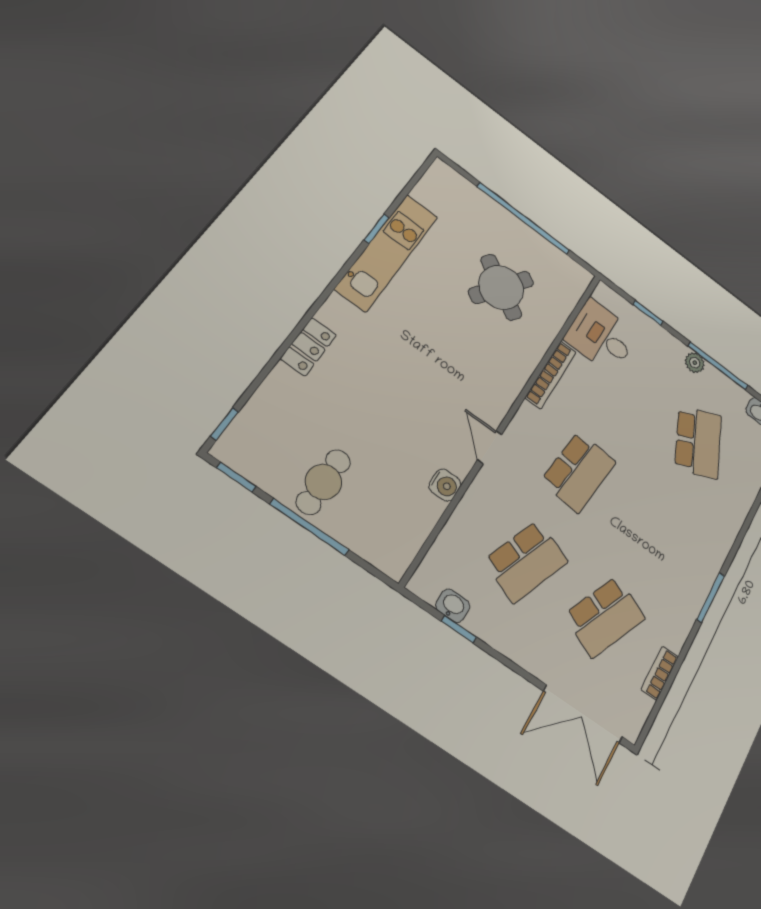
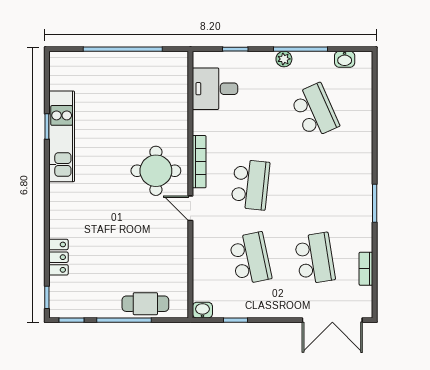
round table: (501, 287) -> (156, 171), moved, turned -33
locker: (308, 347) -> (58, 257), moved
bookcase: (551, 375) -> (199, 162), moved
cafe table: (323, 482) -> (145, 304), moved, turned 90
water cooler: (445, 485) -> (179, 248), removed
school desk: (526, 561) -> (250, 258), turned -33
washbasin: (453, 606) -> (202, 310), moved
school desk: (605, 617) -> (315, 258), turned -33

